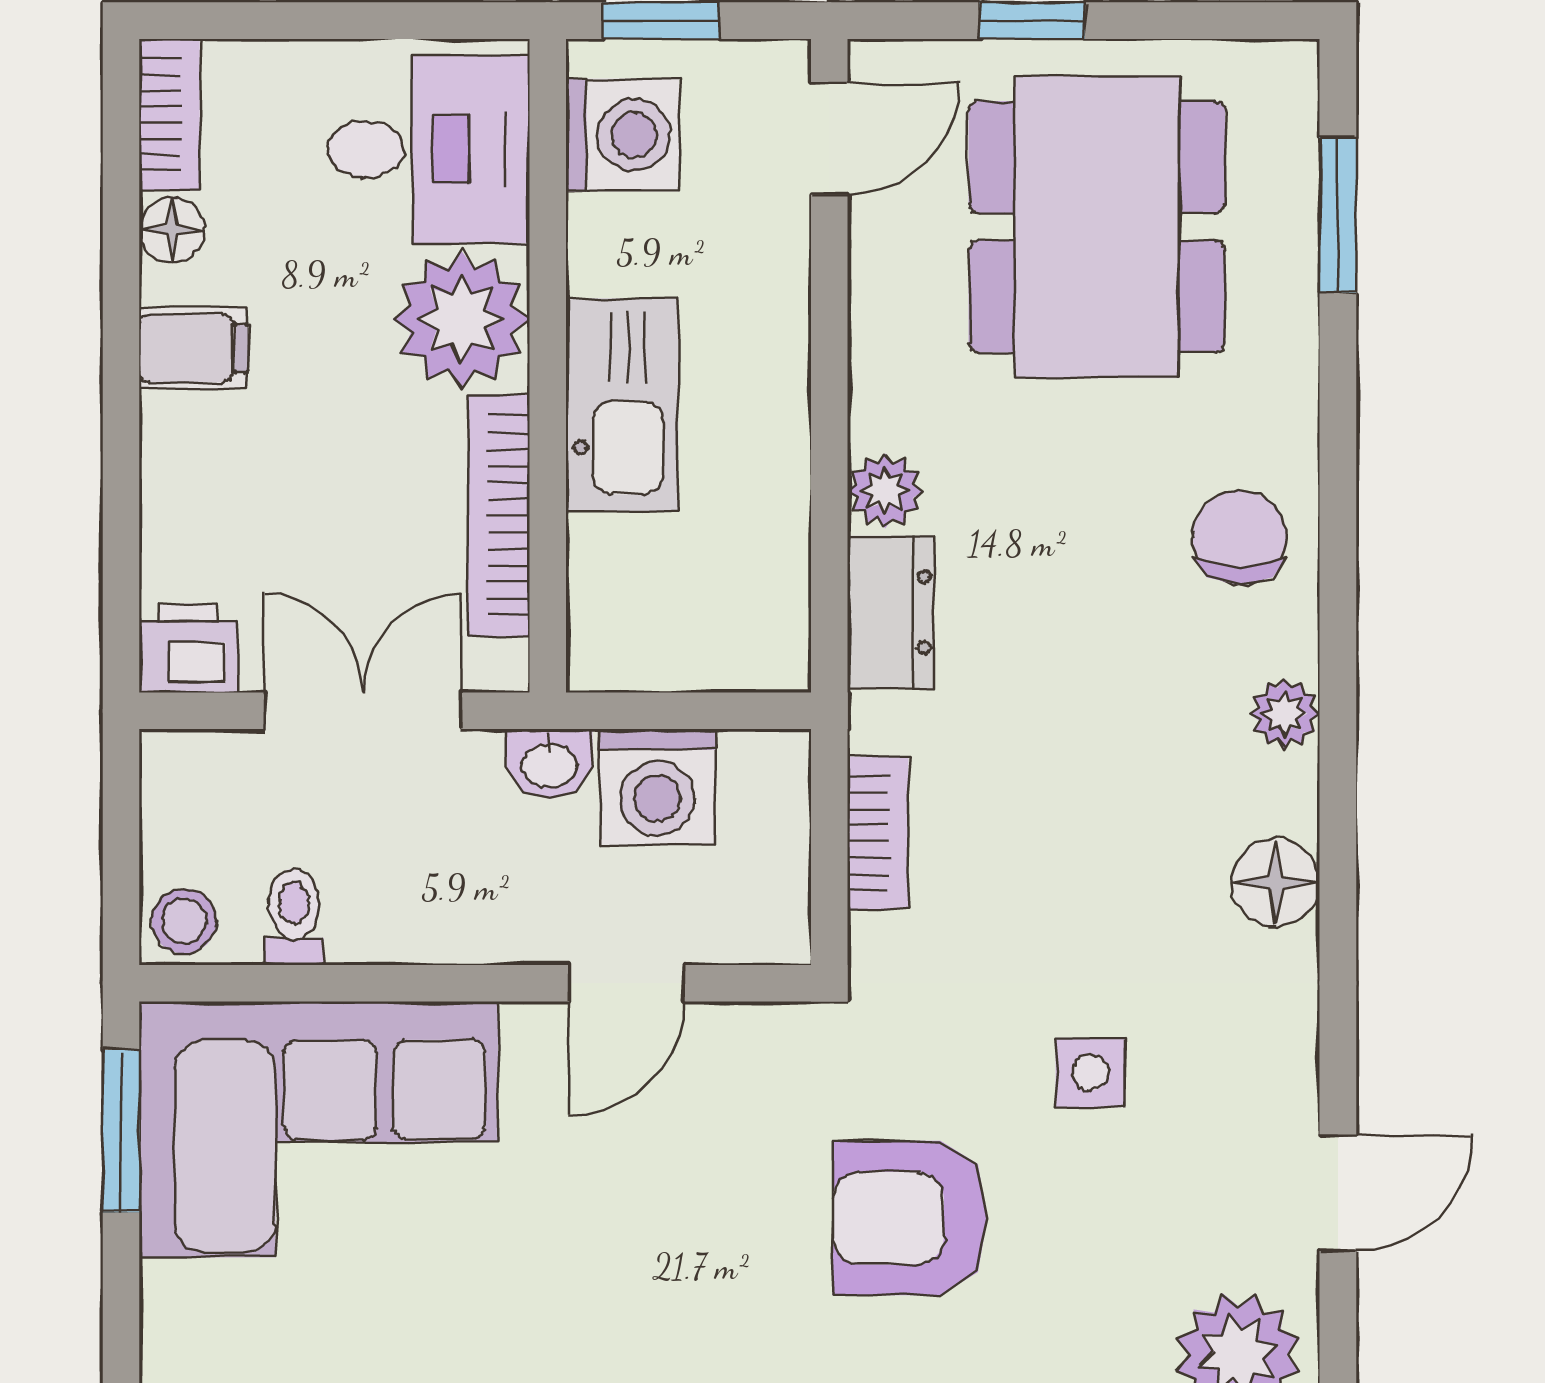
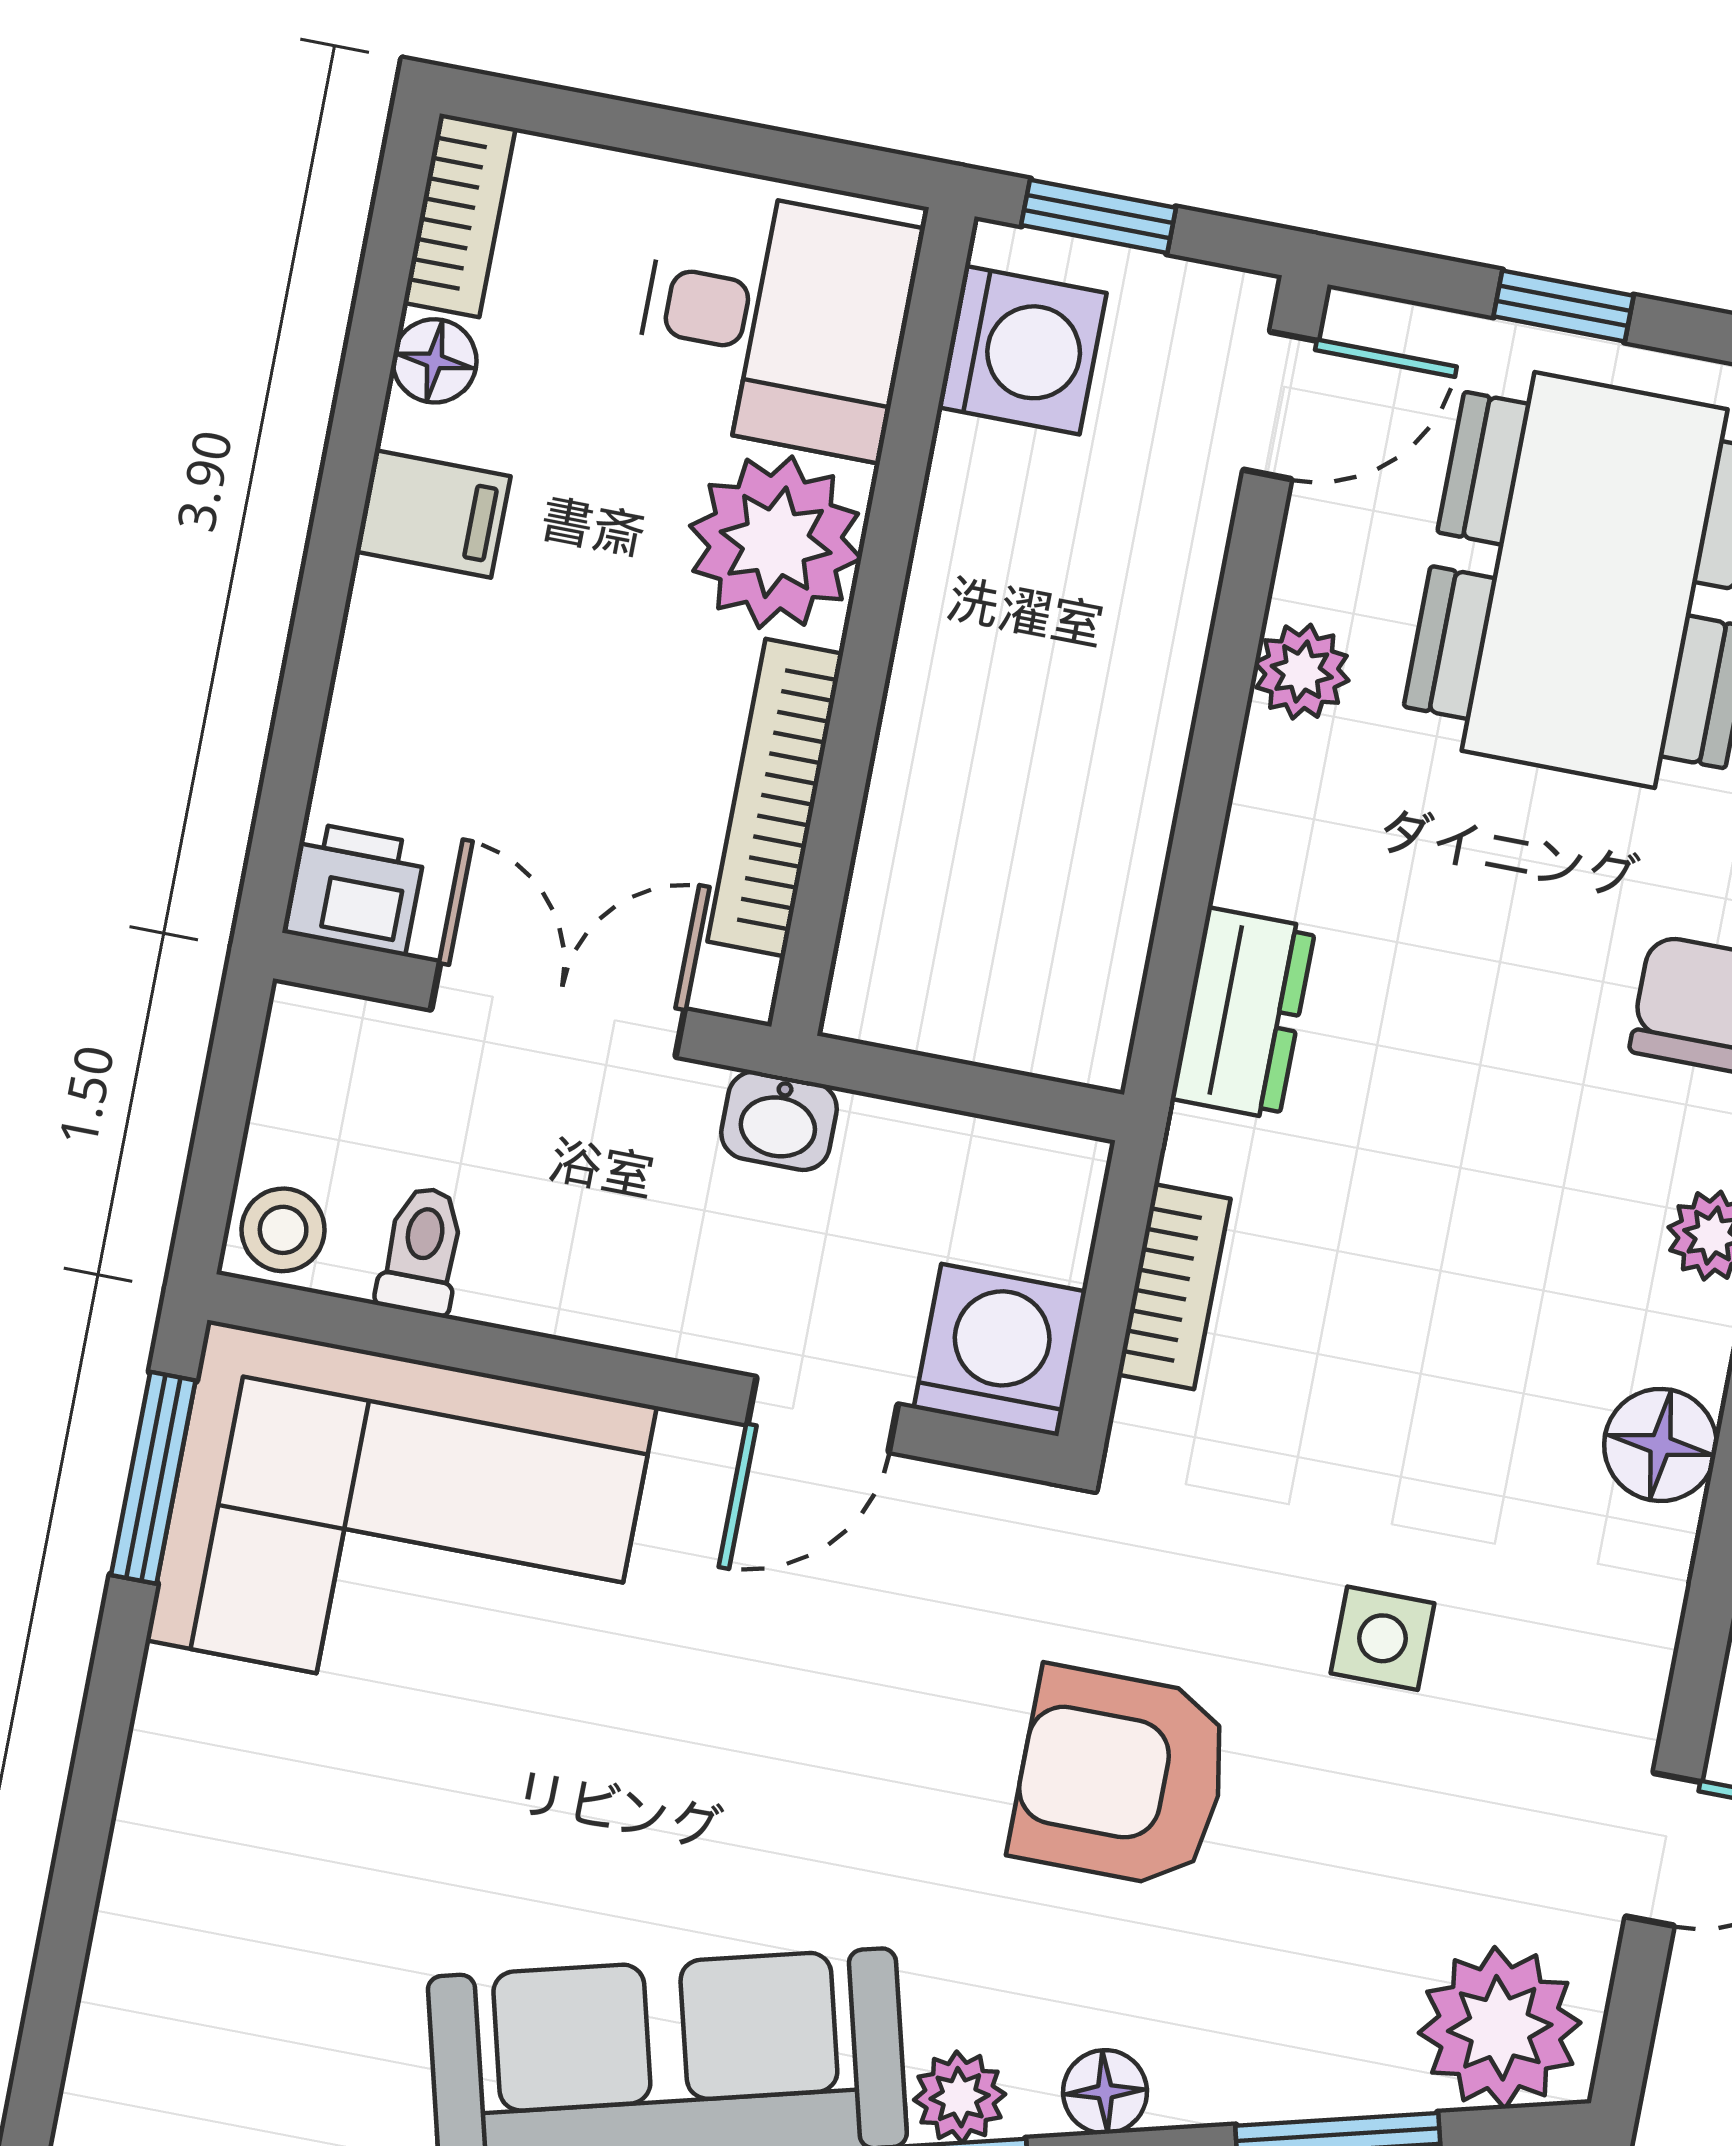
kitchen sink: (622, 405) -> (957, 688), removed
plant: (885, 491) -> (1302, 672), moved
washing machine: (657, 787) -> (1000, 1350), moved, turned 180

